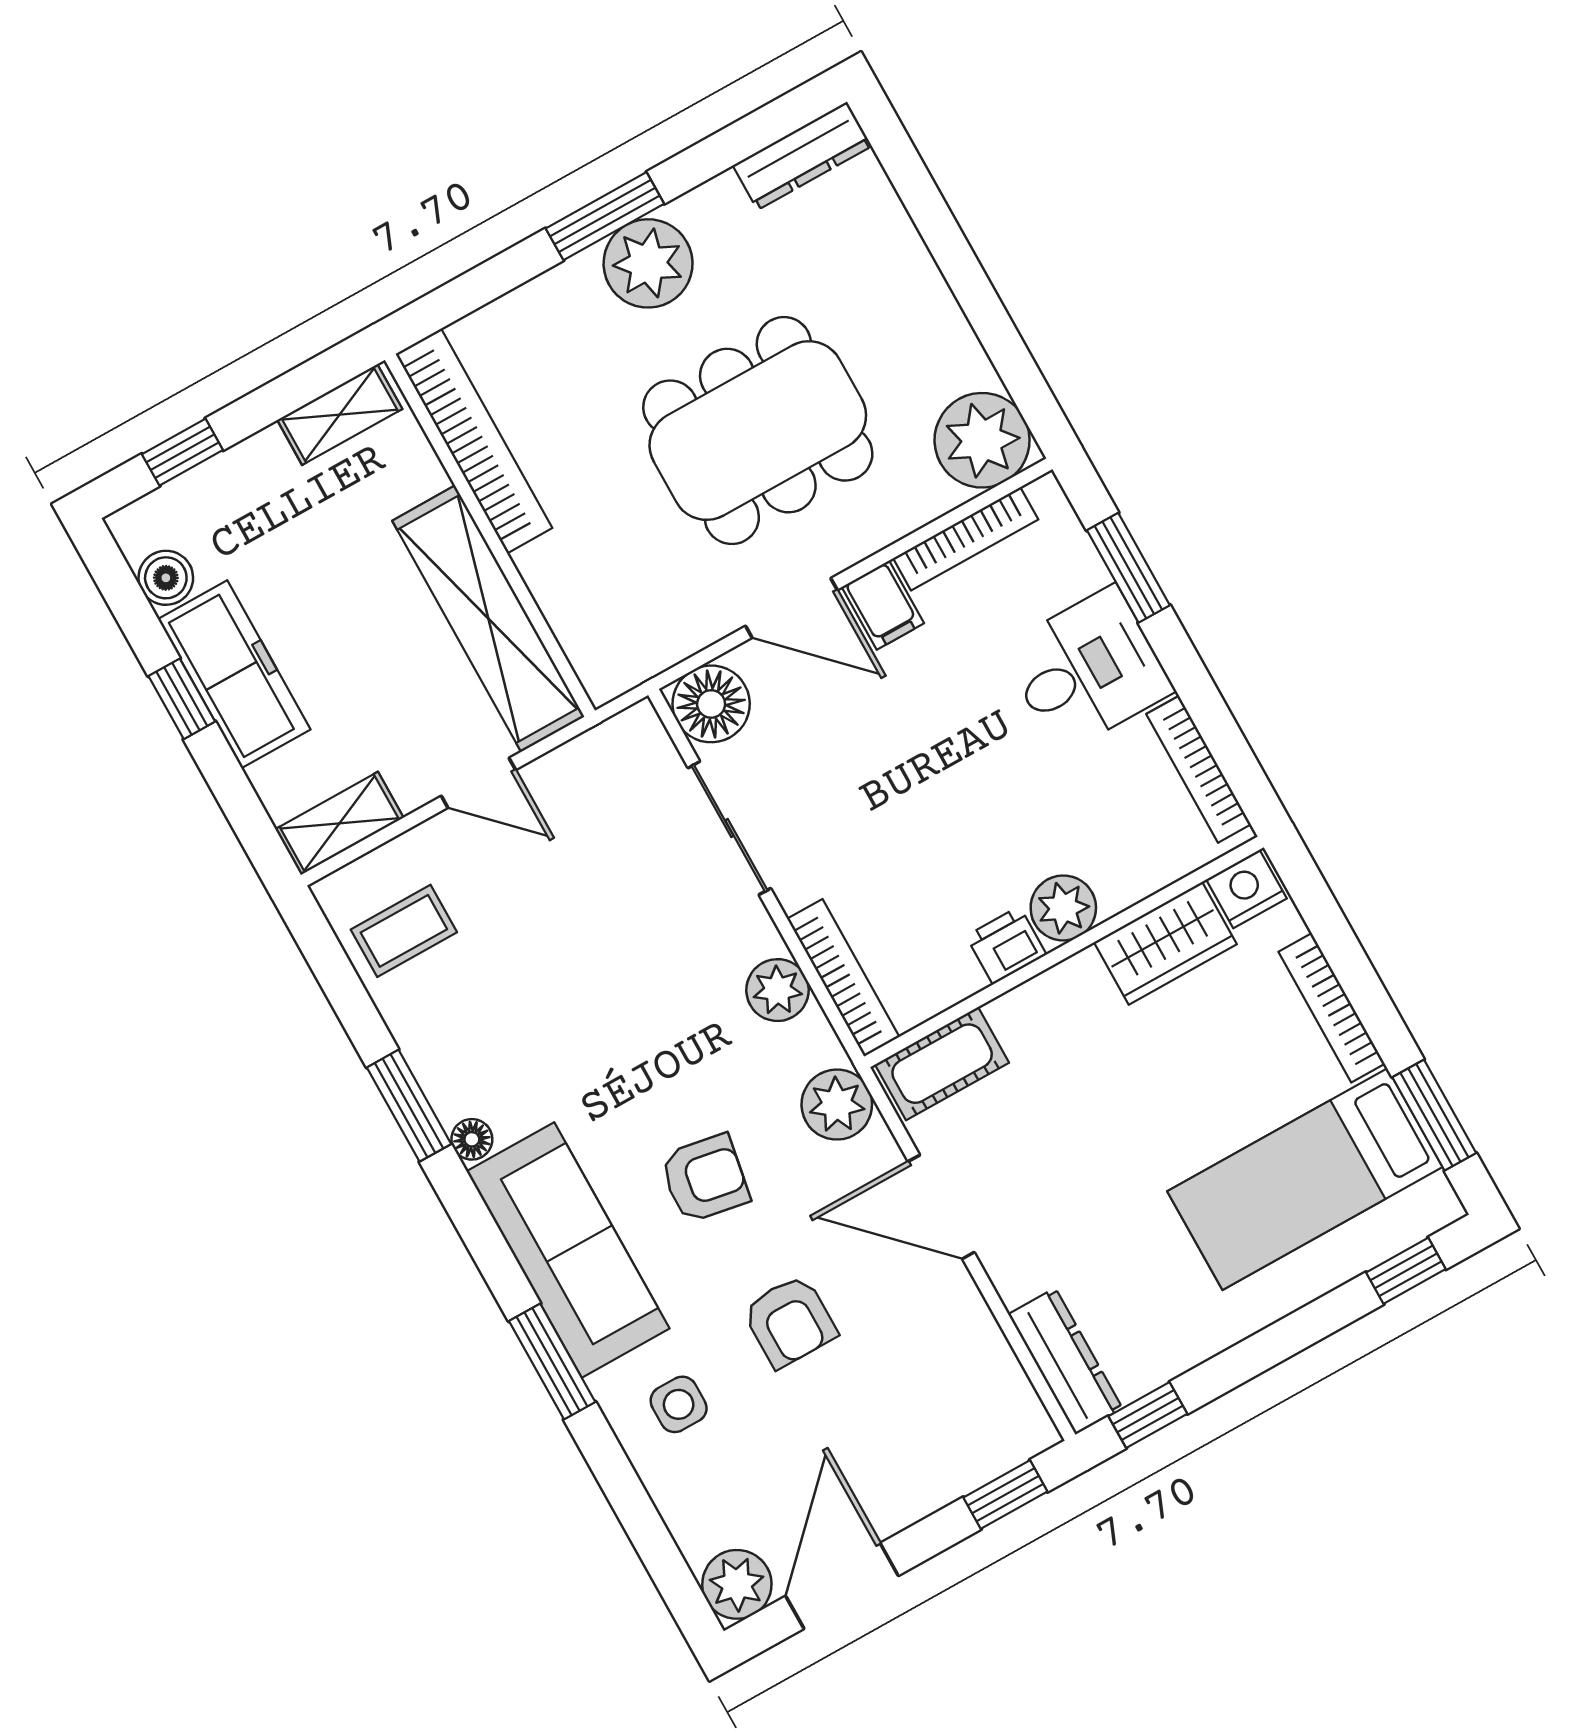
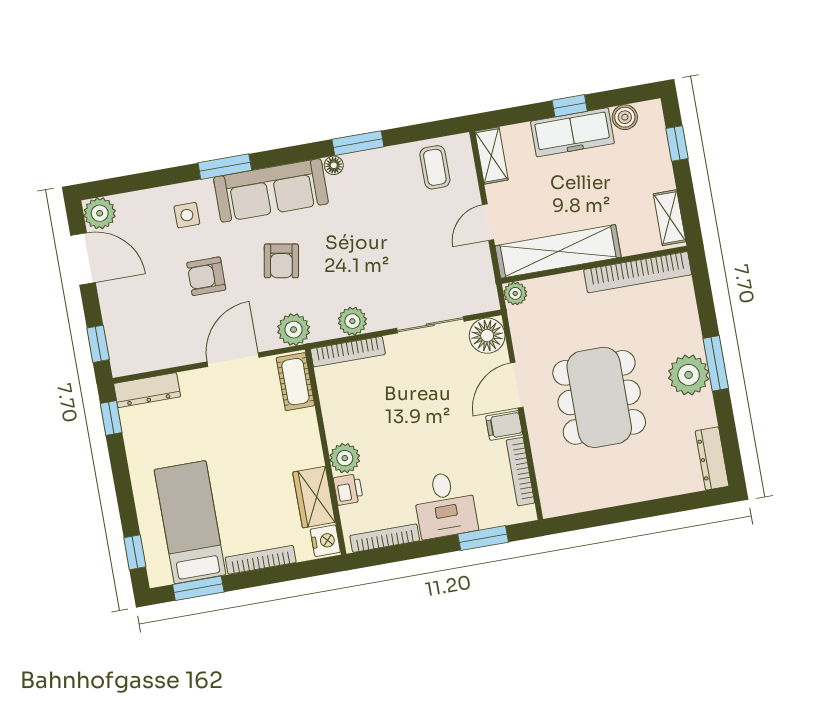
plant: (982, 440) -> (515, 293), moved, width x0.53, depth x0.53
printer: (1006, 945) -> (348, 489), moved

